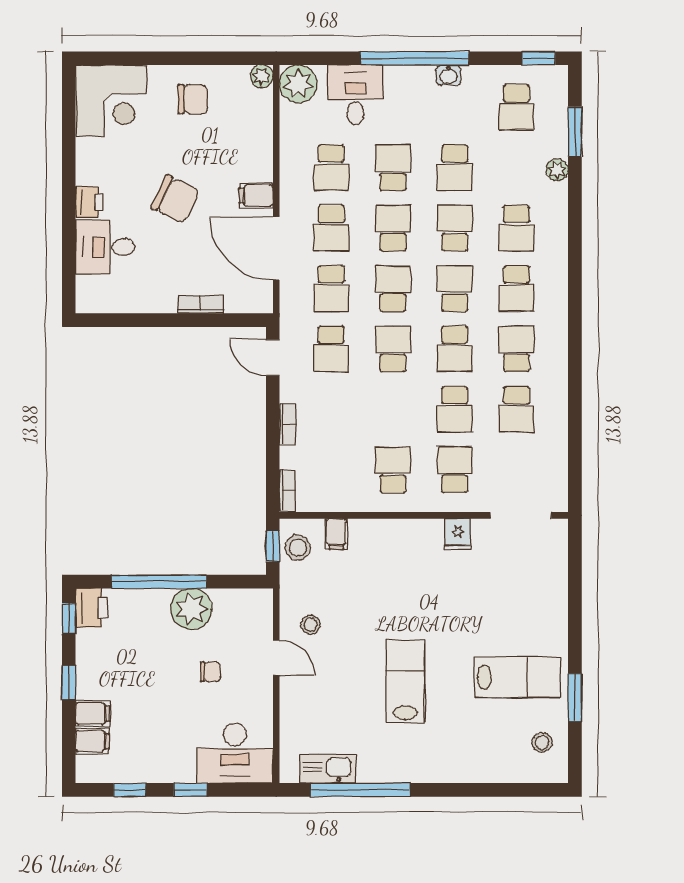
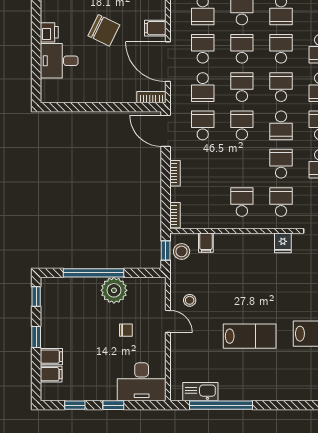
school desk: (331, 228) -> (203, 49), turned 180
bookcase: (200, 304) -> (151, 97), moved
school desk: (331, 349) -> (203, 125), turned 180
door: (273, 358) -> (166, 131), width x1.38
school desk: (455, 409) -> (281, 164), turned 180
printer: (92, 608) -> (51, 290), removed
lab bench: (405, 681) -> (250, 336), turned 90

